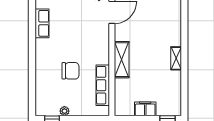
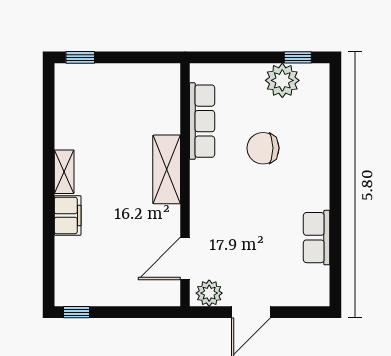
filing cabinet: (145, 109) -> (68, 215), moved, turned -90
plant: (64, 111) -> (282, 80), width x1.87, depth x1.87

